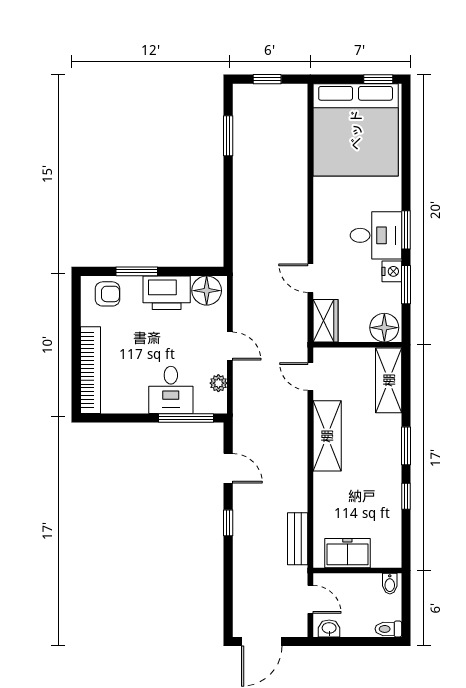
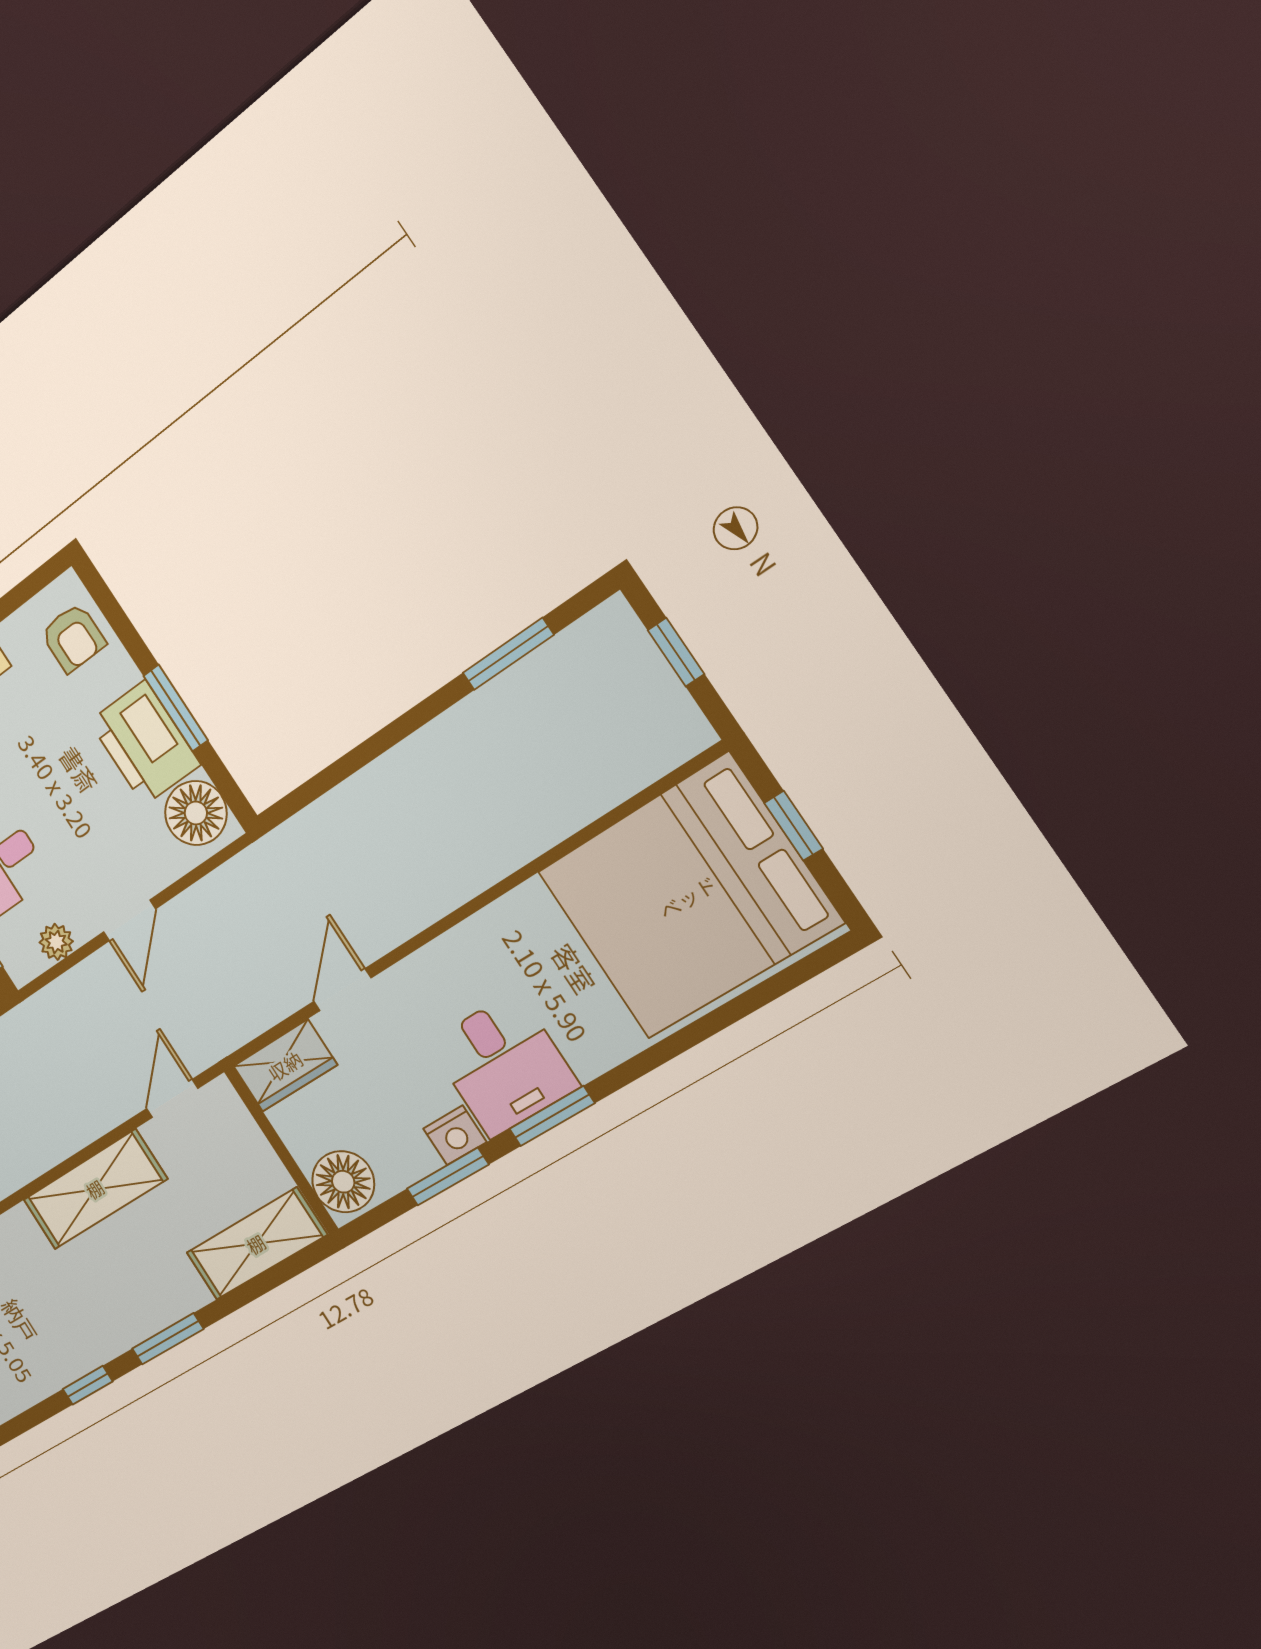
window: (378, 79) -> (794, 826), moved
window: (137, 271) -> (176, 708), moved

